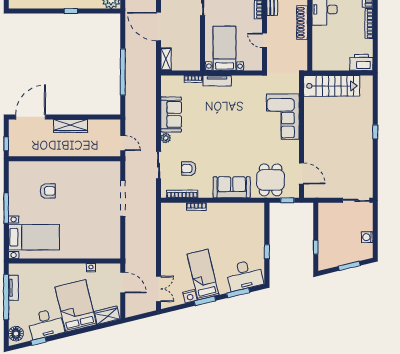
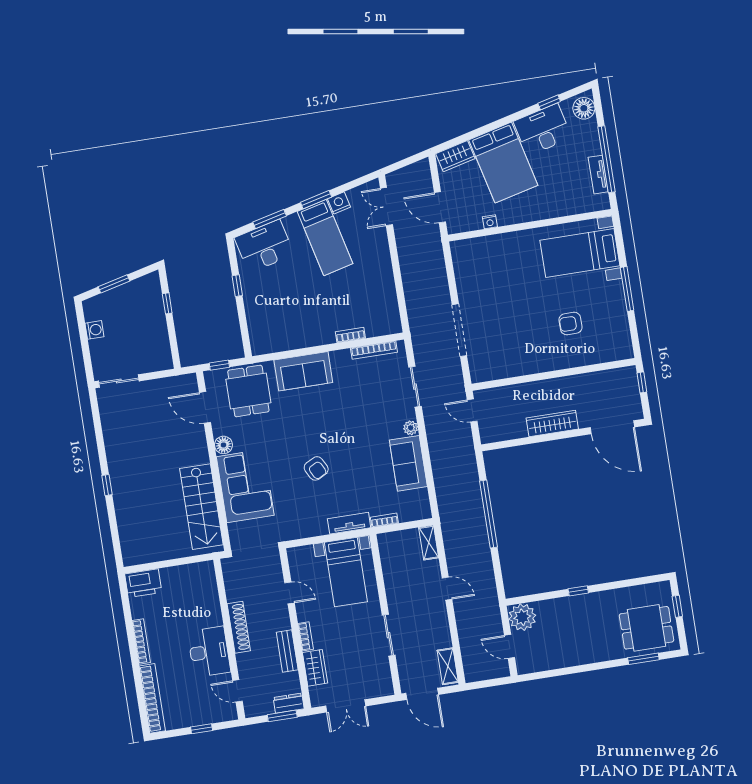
door: (159, 27) -> (447, 589), width x0.53
stairs: (332, 86) -> (201, 507), moved, turned -90
door: (31, 117) -> (612, 427), hinge flipped
floor lamp: (293, 146) -> (223, 445), added
armchair: (189, 169) -> (316, 468), moved, turned 62

